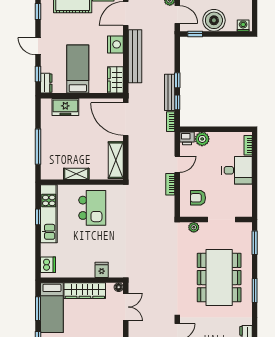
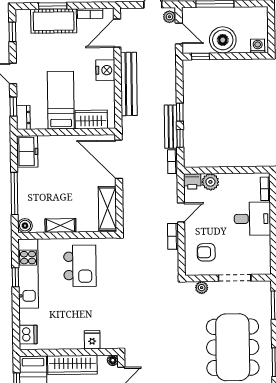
wardrobe: (115, 80) -> (91, 119), moved, turned 90
freezer: (65, 107) -> (27, 151), moved, turned -90
boiler: (47, 174) -> (25, 226), added

